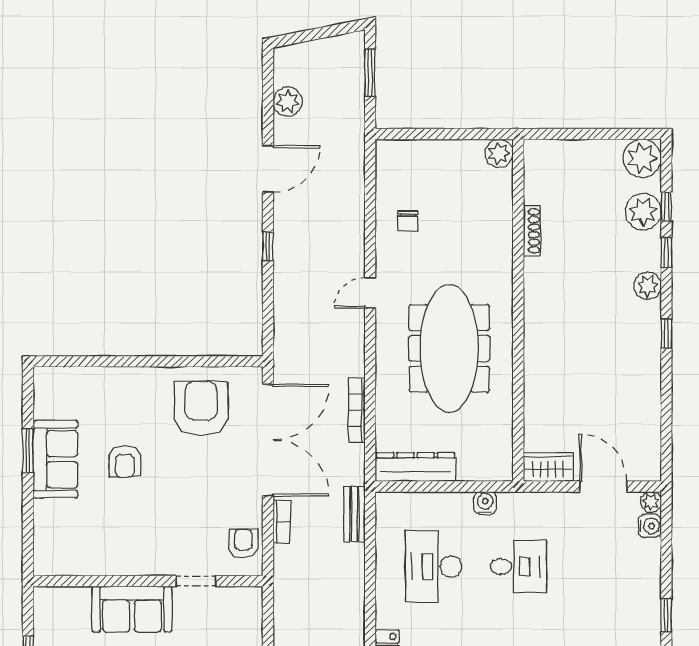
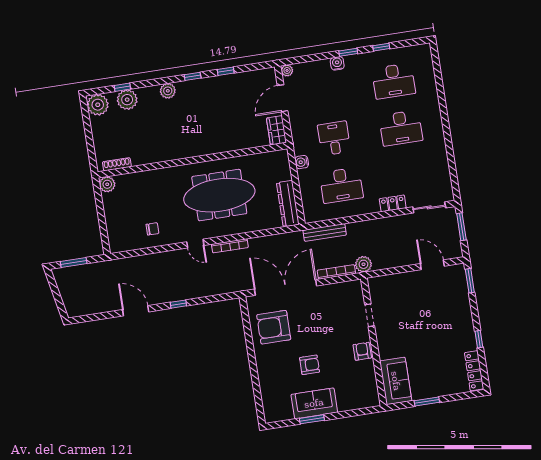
plant: (288, 102) -> (363, 264), moved
shoe rack: (532, 231) -> (117, 164), moved
window: (666, 253) -> (226, 71), moved
bookcase: (357, 410) -> (230, 246), moved
bench: (354, 514) -> (325, 232), width x1.36
bookcase: (282, 522) -> (336, 272), width x1.56
water cooler: (650, 526) -> (337, 63), moved
armchair: (243, 543) -> (362, 351), moved, turned 90
sofa: (132, 609) -> (396, 381), moved

